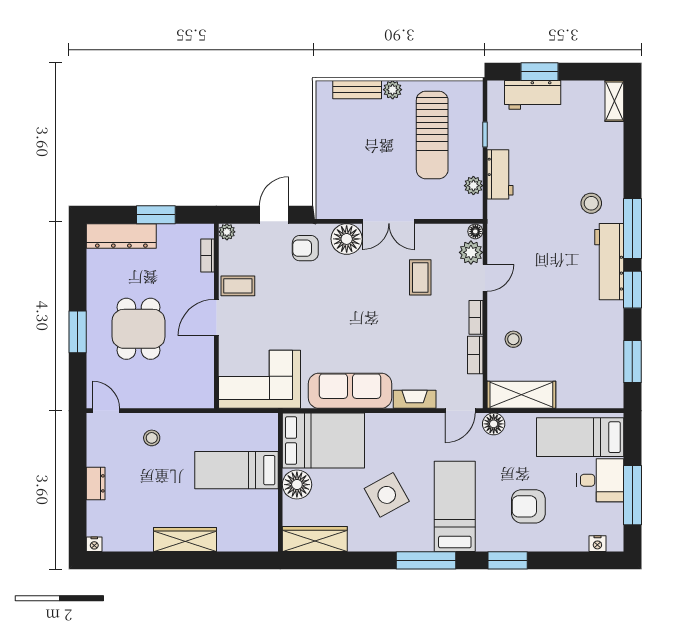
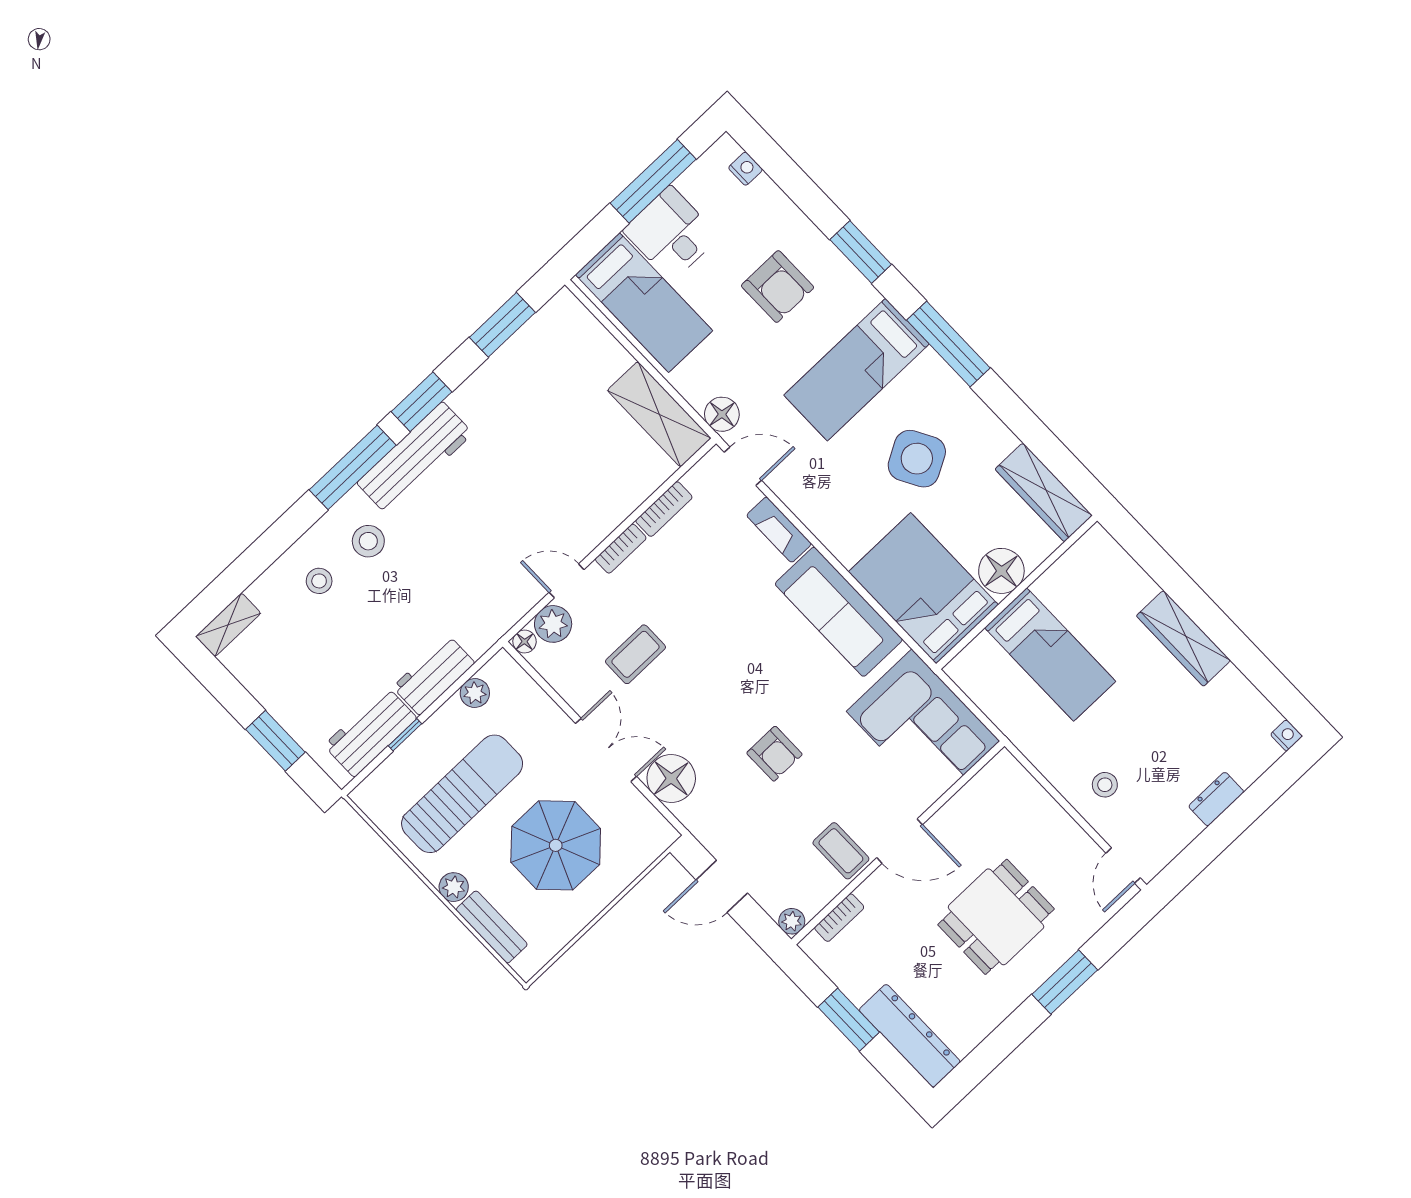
workbench: (533, 95) -> (370, 732), moved, turned -90
parasol: (367, 156) -> (556, 845), added
armchair: (305, 248) -> (774, 754), moved
stool: (513, 339) -> (319, 581), moved

